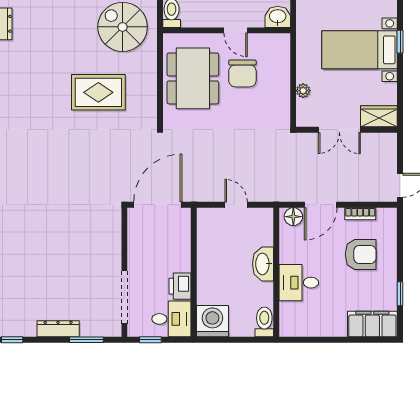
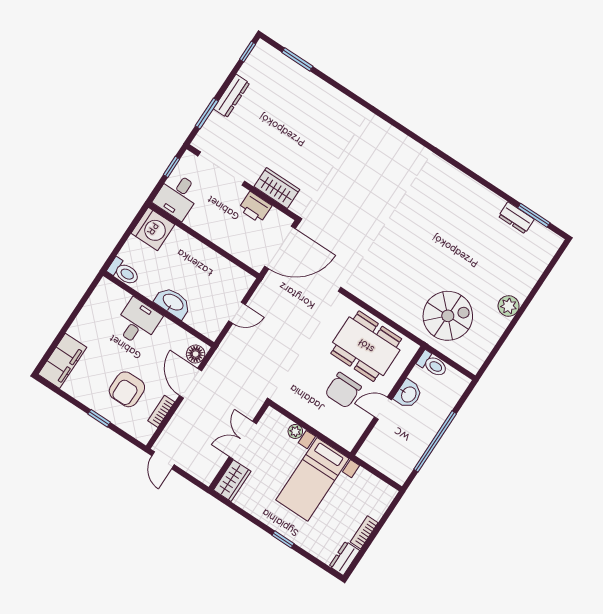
washbasin: (278, 17) -> (408, 394), moved
bed with nightstands: (360, 50) -> (312, 479), moved, turned 180
chair: (242, 73) -> (343, 390), turned -90
rug: (98, 92) -> (407, 260), removed
door: (158, 205) -> (280, 247), hinge flipped
wardrobe: (110, 240) -> (277, 188), added
printer: (180, 286) -> (255, 207), moved, turned 180
window: (400, 294) -> (99, 418), moved

